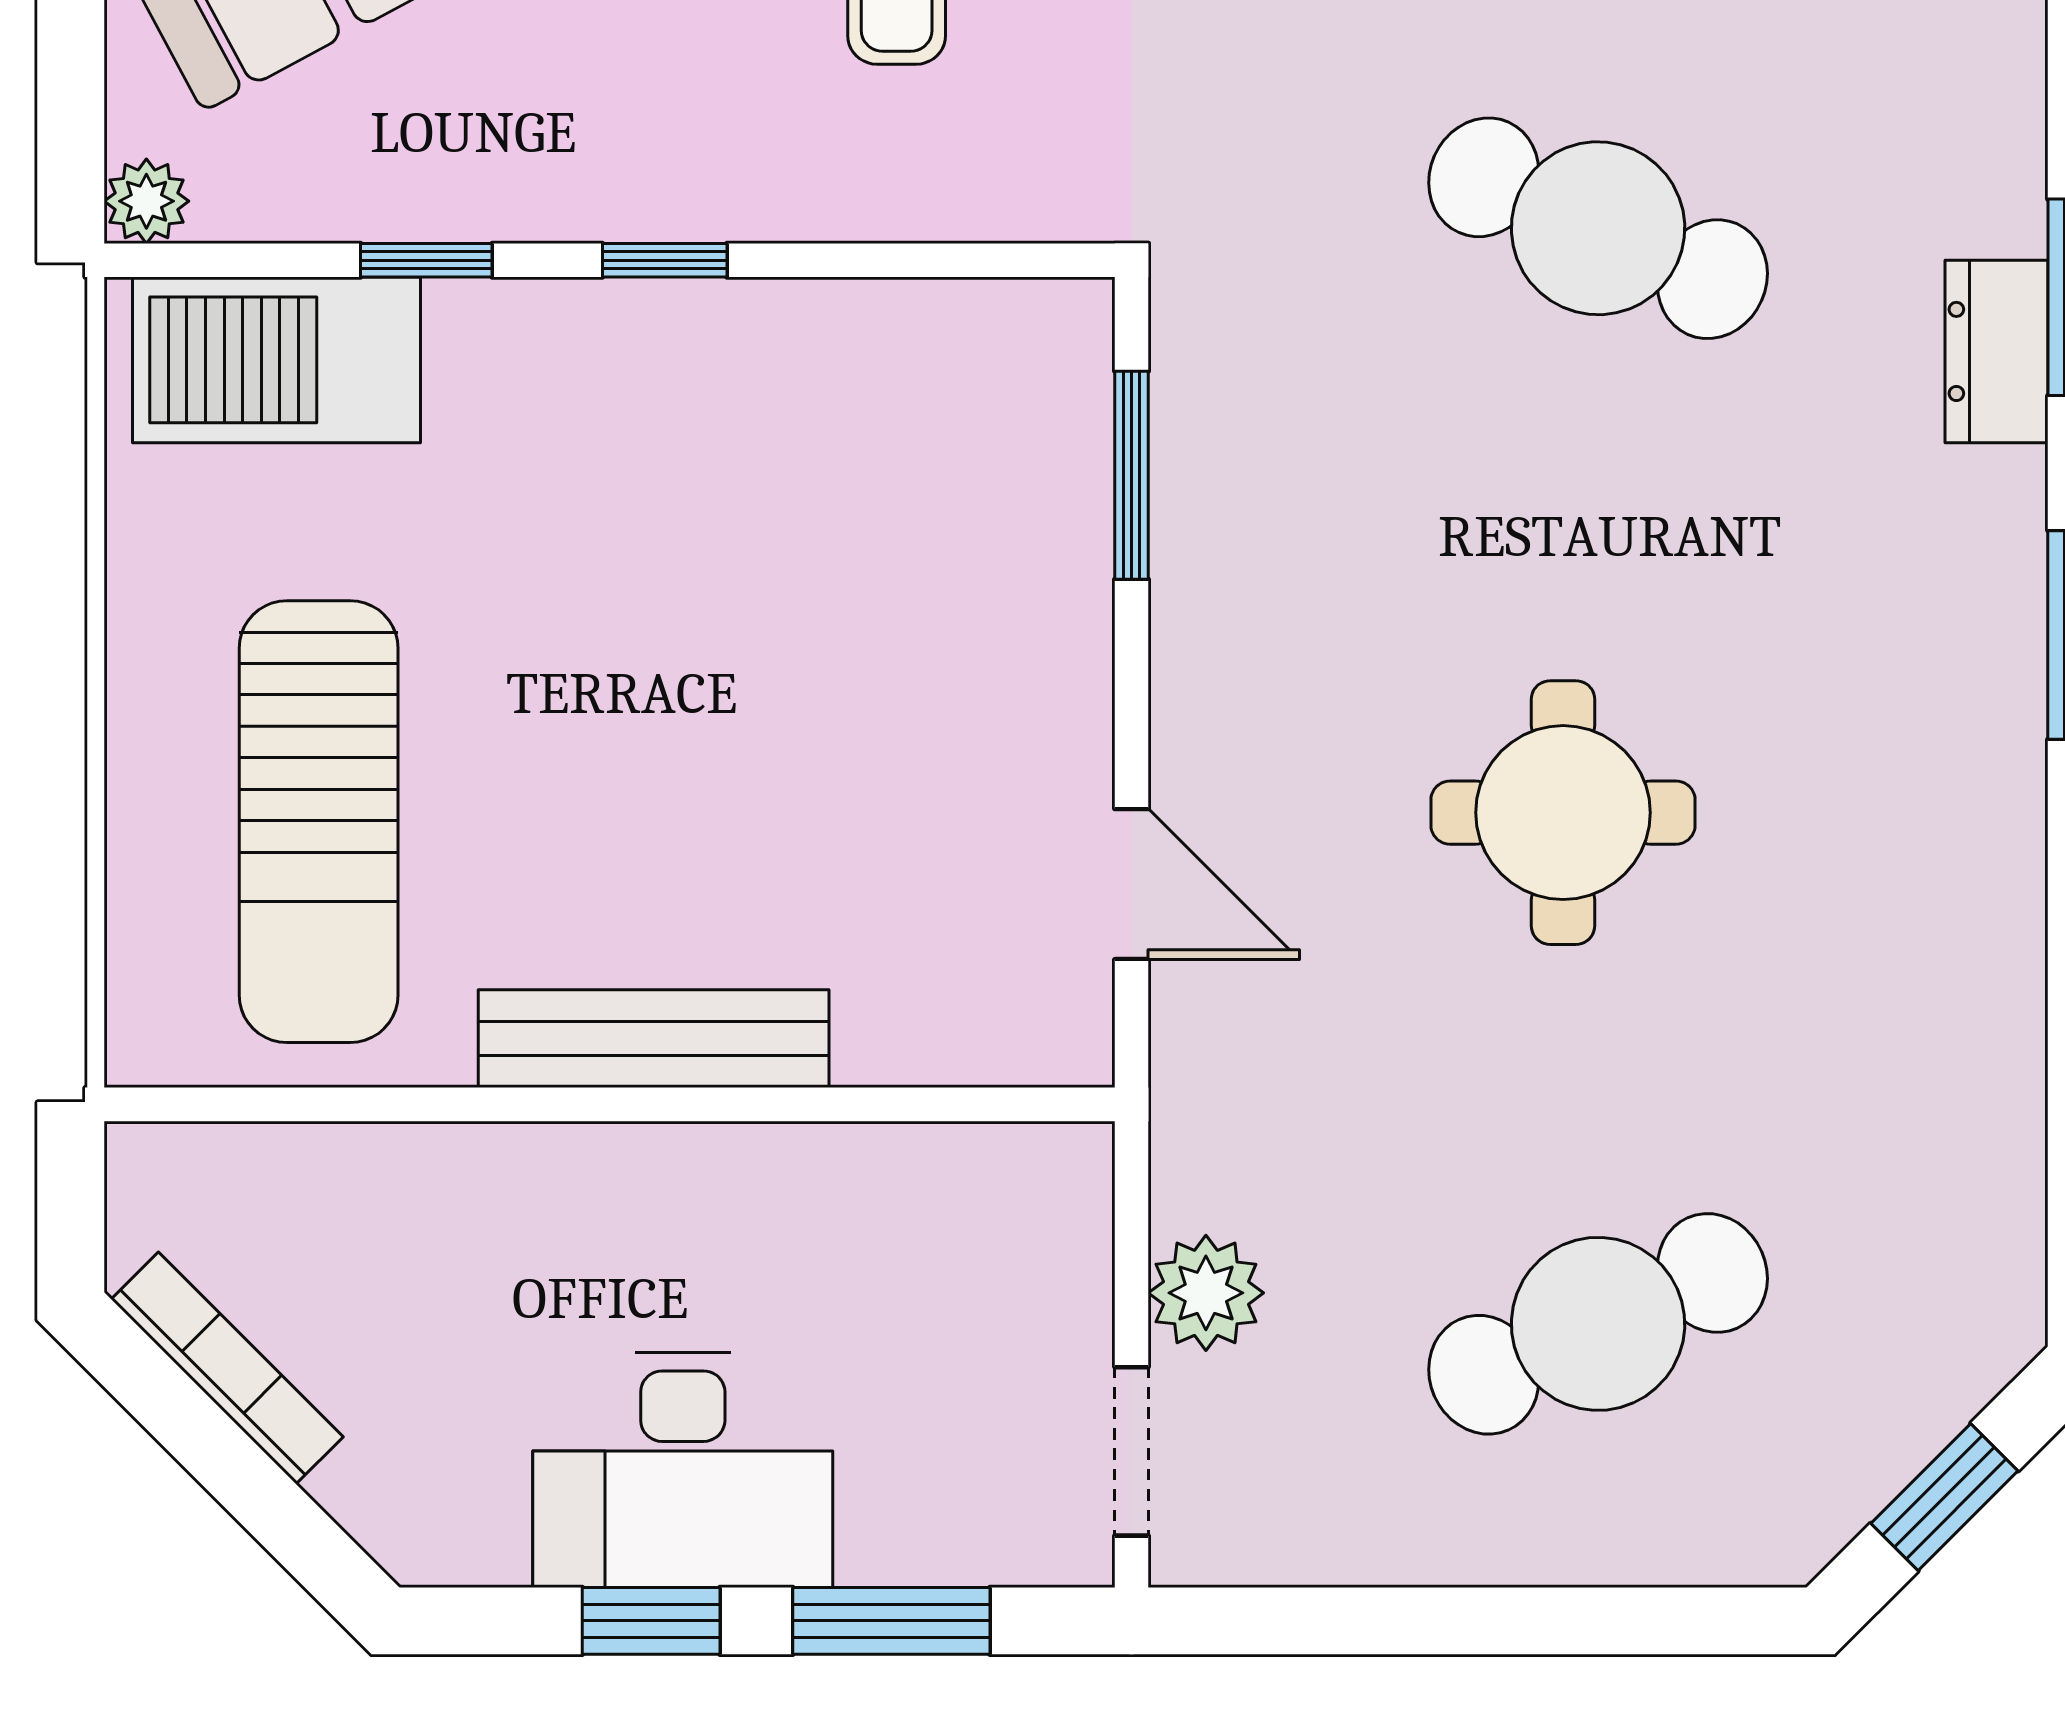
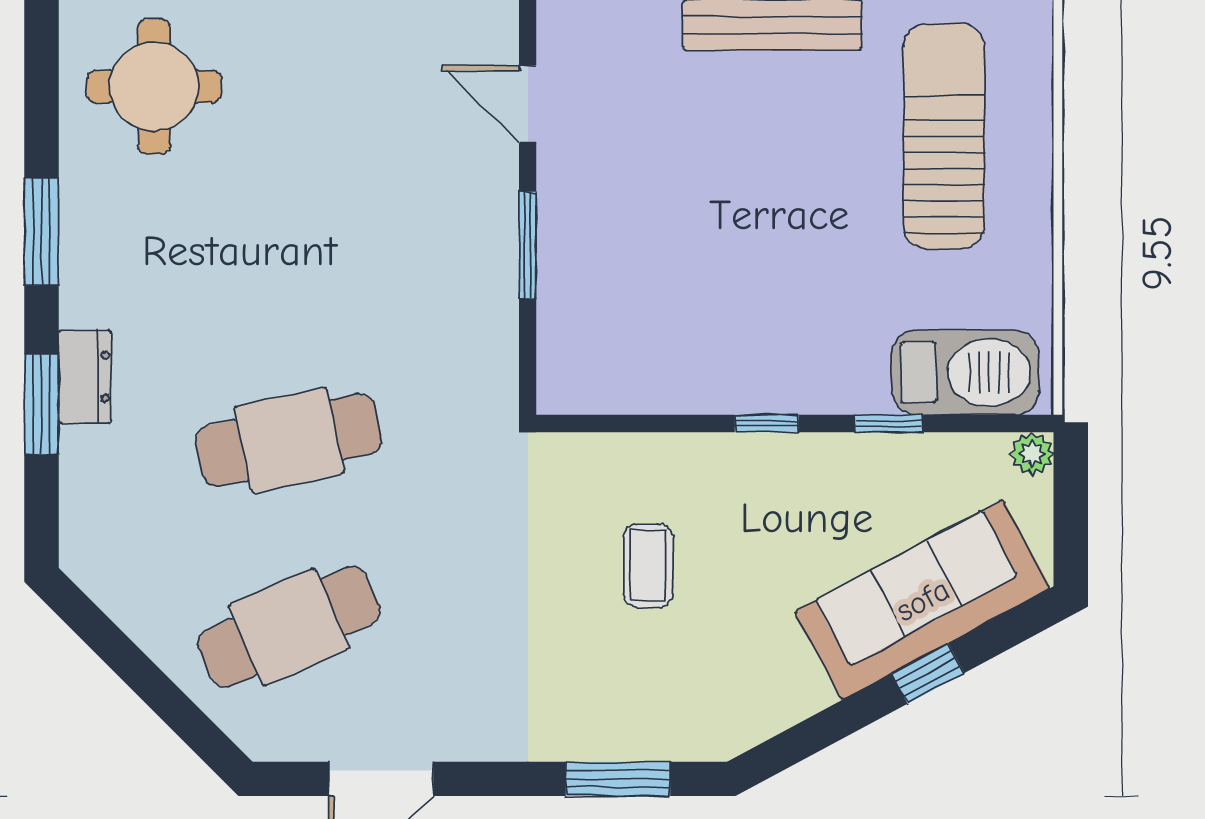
cafe table: (1598, 228) -> (289, 440), turned -36
window: (1132, 475) -> (528, 245), moved
round table: (1563, 813) -> (154, 86), moved

